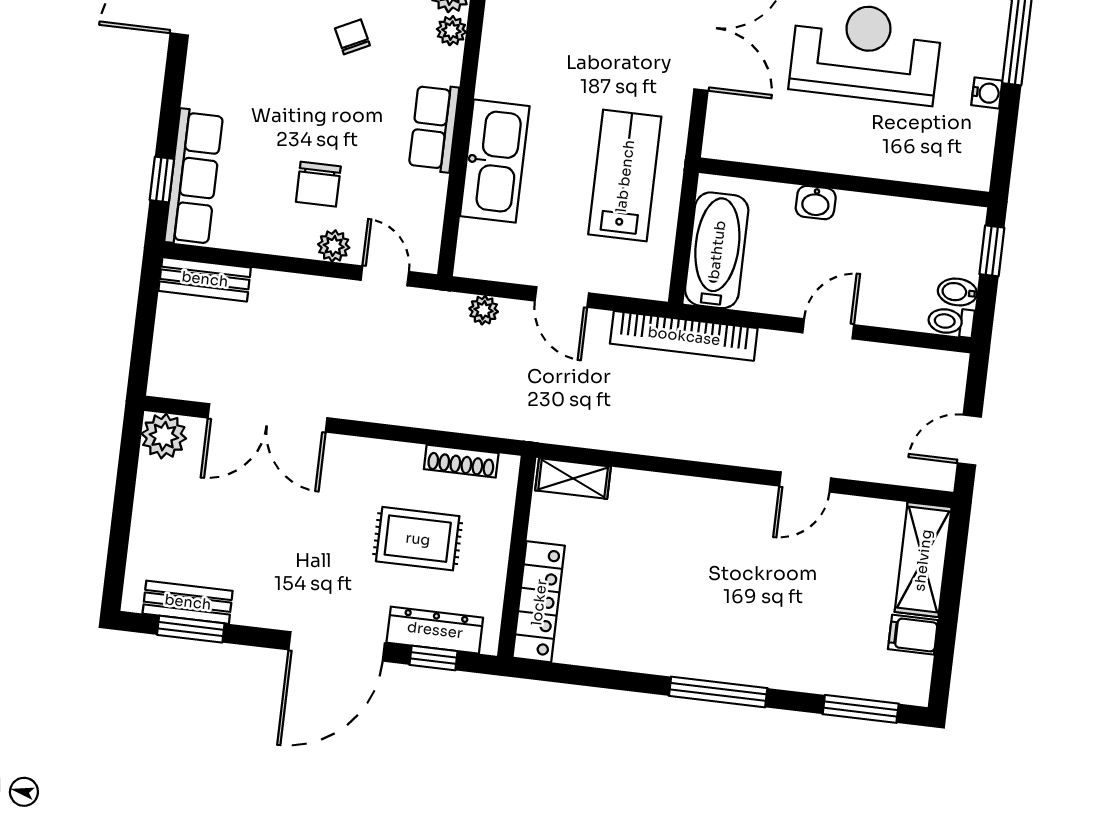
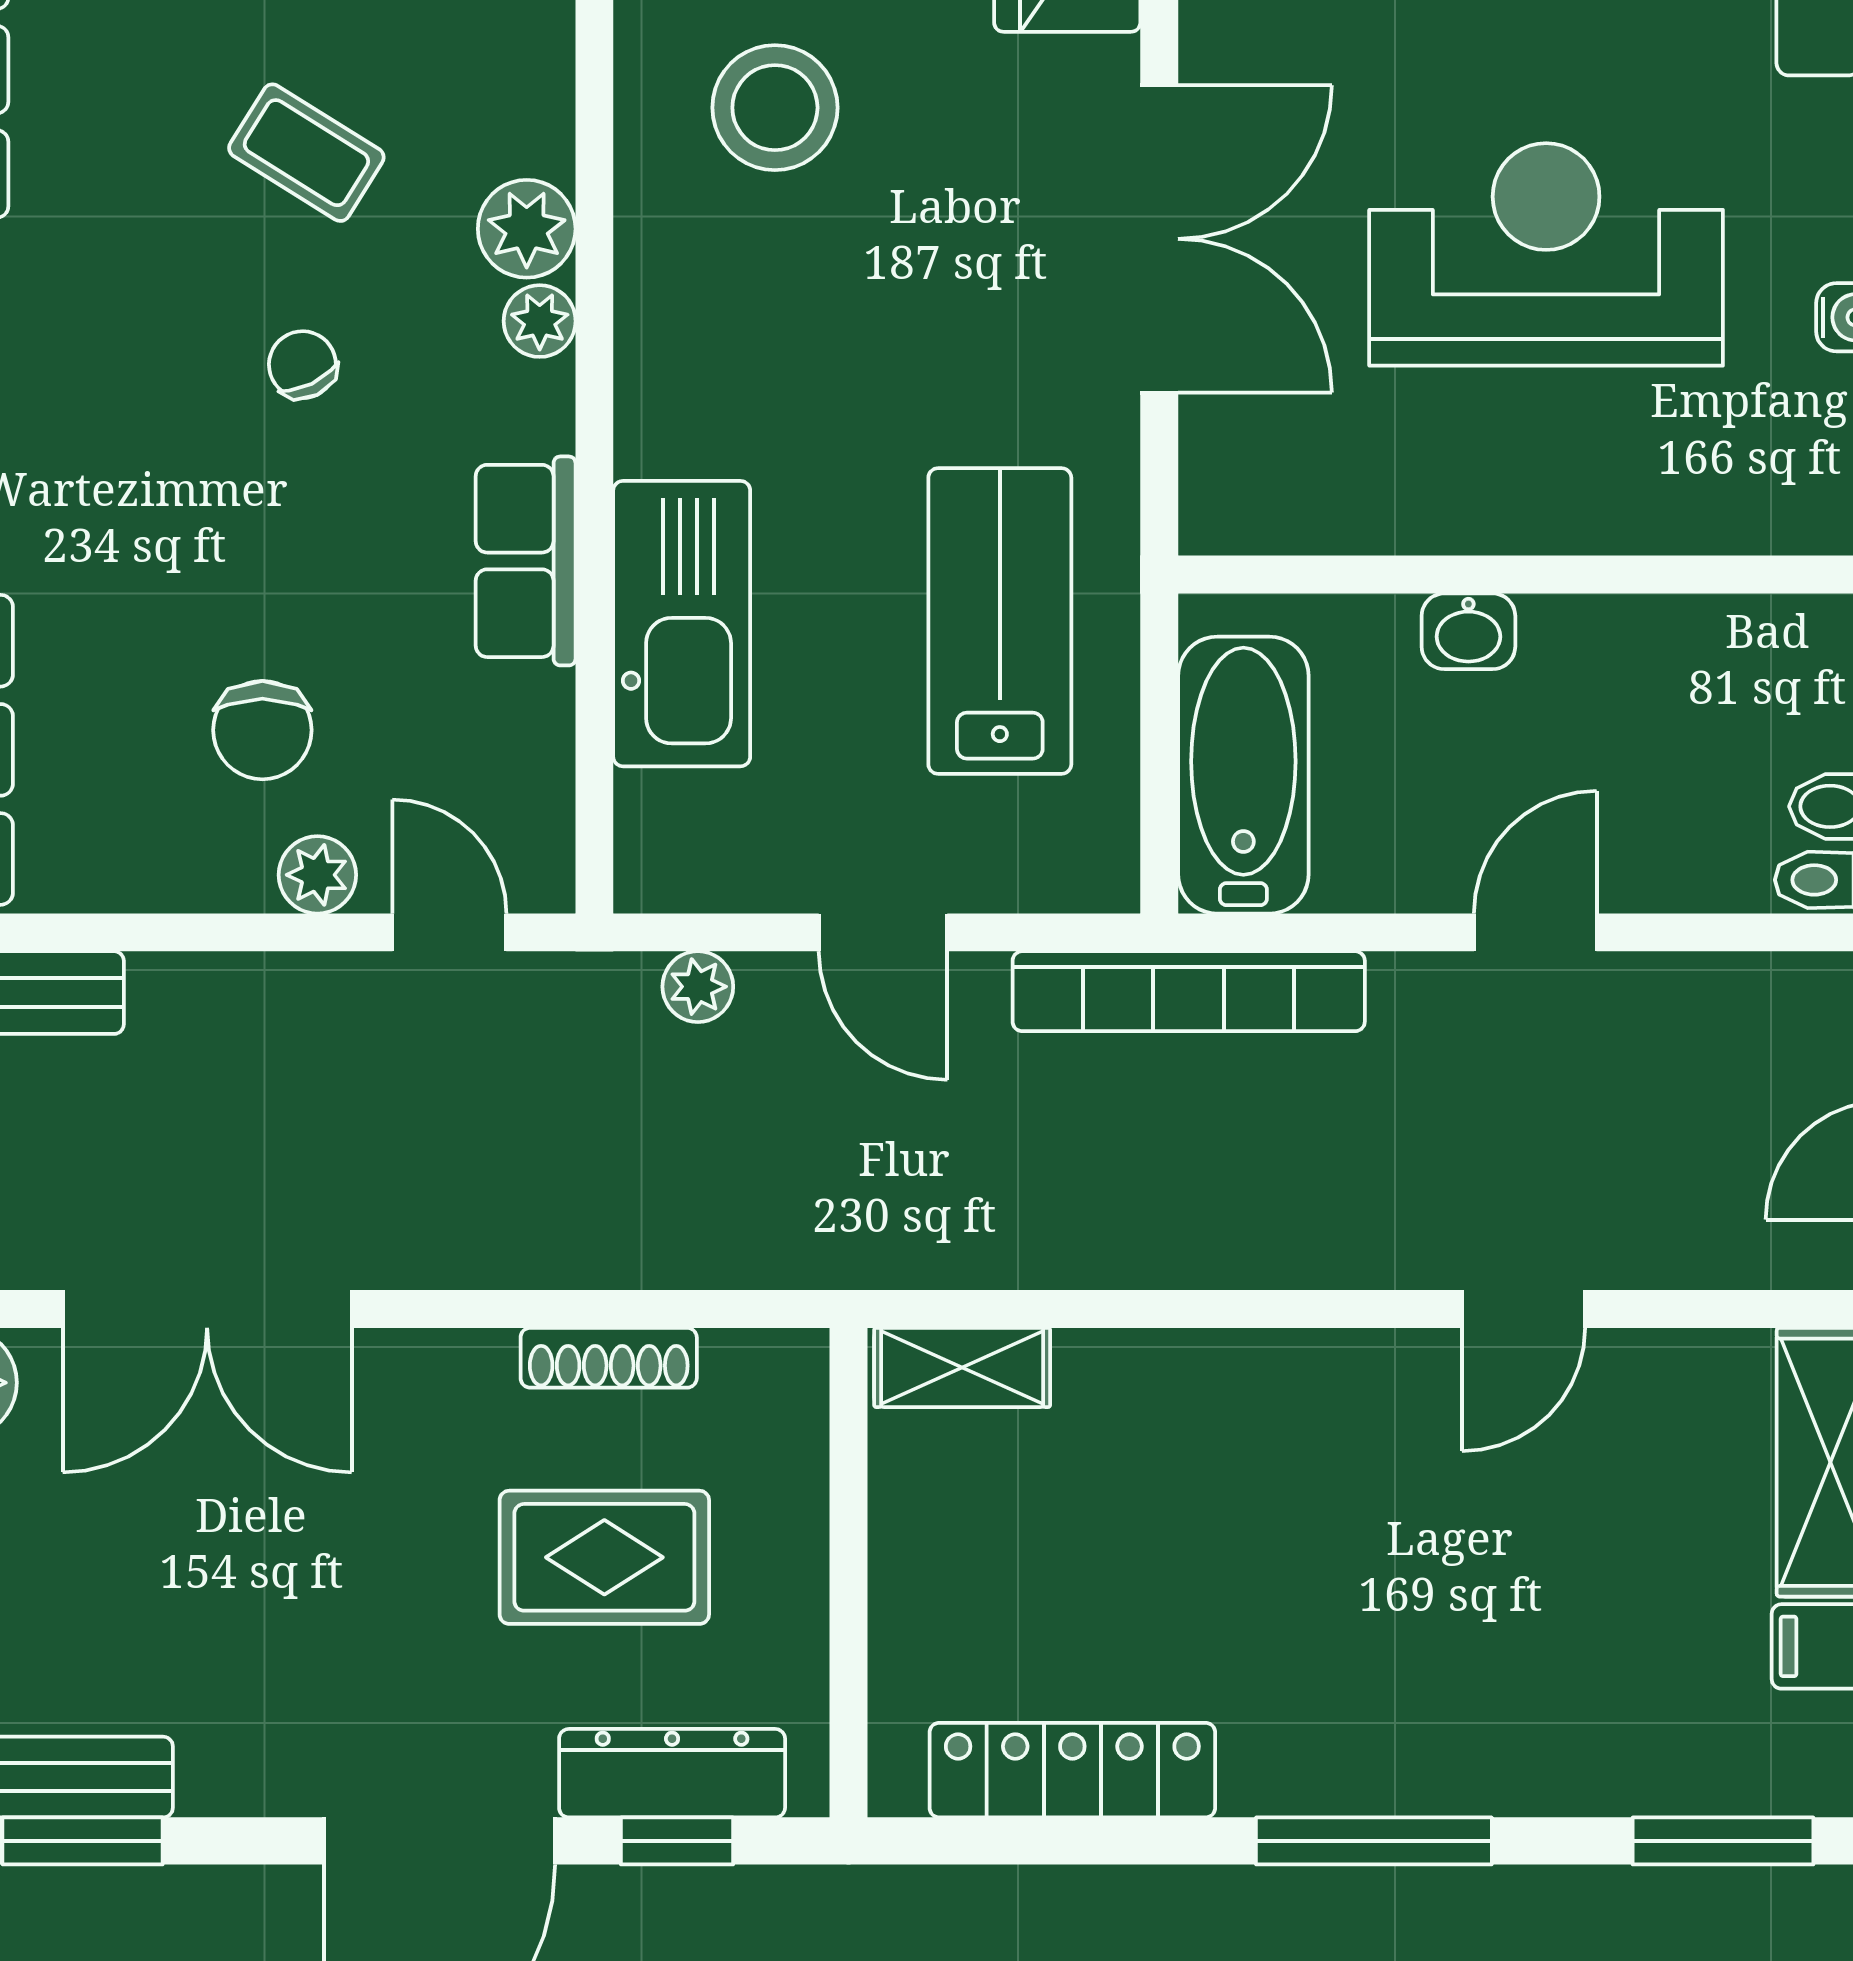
shoe rack: (461, 461) -> (609, 1358), moved
locker: (539, 602) -> (1072, 1770), moved, turned -90

